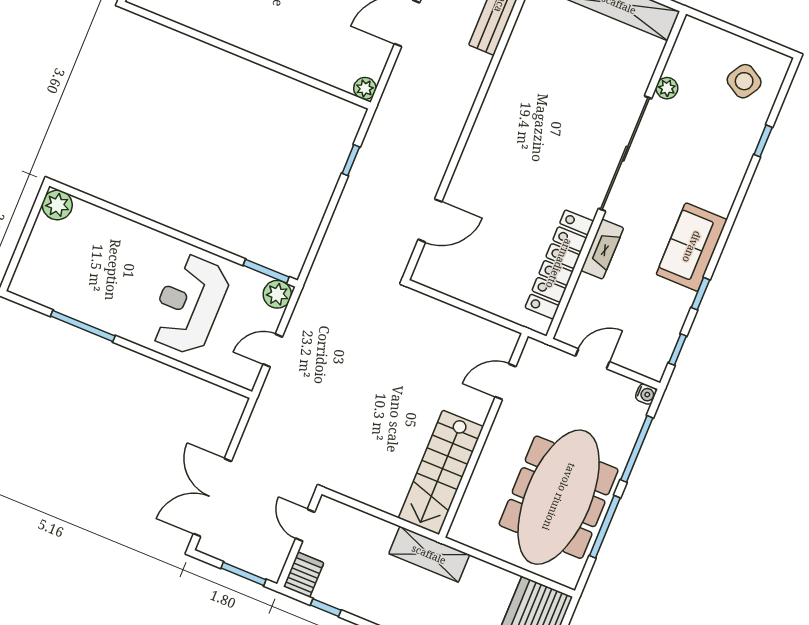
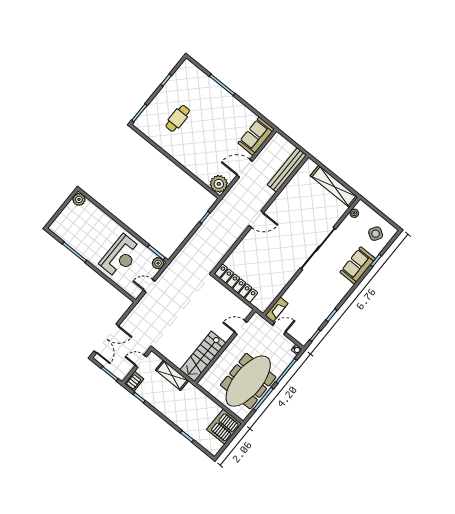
plant: (365, 88) -> (219, 184), width x1.87, depth x1.87
plant: (667, 88) -> (354, 213), moved
door: (430, 221) -> (256, 219), moved
sofa: (692, 247) -> (358, 265), moved
fireplace: (602, 249) -> (277, 309), moved
locker: (559, 264) -> (236, 283), moved, turned 90
reception desk: (189, 304) -> (121, 256), turned 180
double door: (212, 498) -> (106, 338), swing flipped
door: (305, 525) -> (141, 361), hinge flipped
shelving: (429, 554) -> (172, 375), moved

